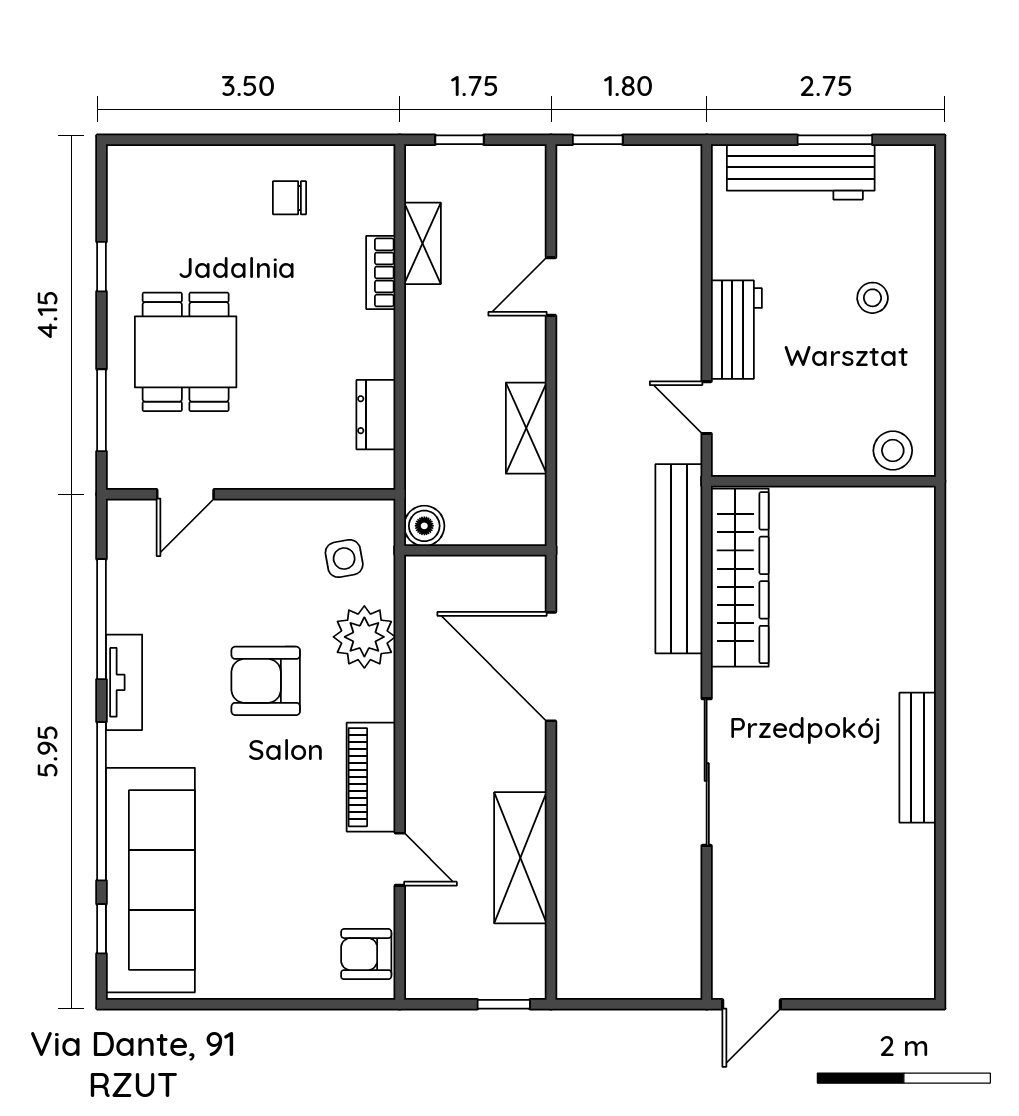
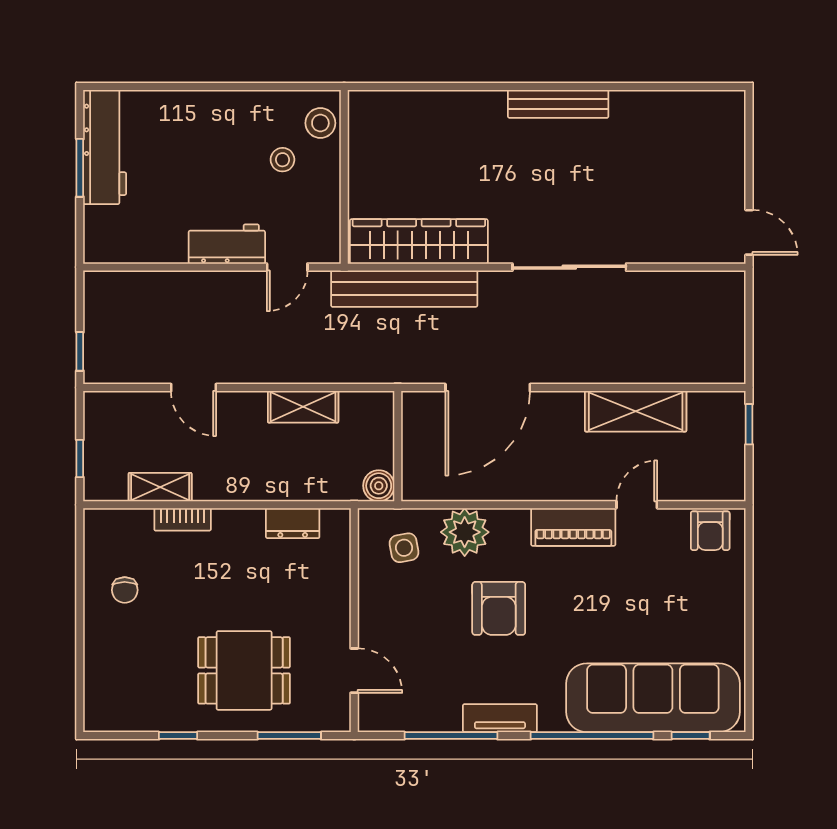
workbench: (801, 172) -> (105, 147), moved
stool: (873, 298) -> (282, 160), moved

